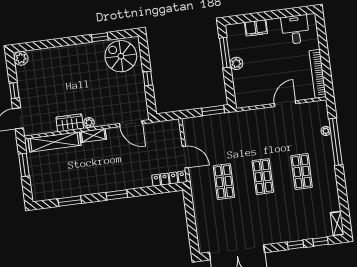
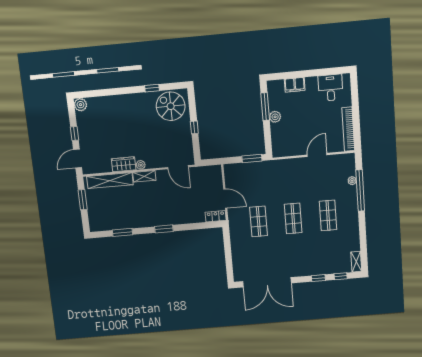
locker: (169, 179) -> (216, 216), width x0.66

